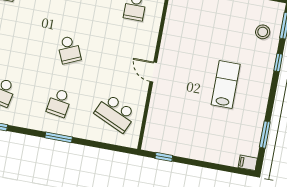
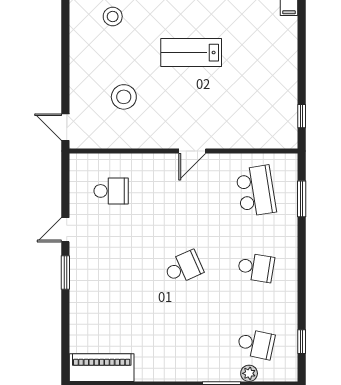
stool: (202, 29) -> (124, 97), added
school desk: (115, 113) -> (256, 191), turned -33
window: (59, 137) -> (302, 199), moved

